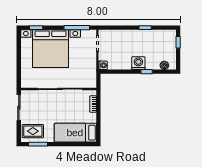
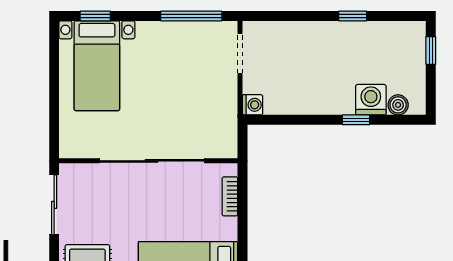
bed with nightstands: (51, 49) -> (97, 66), width x0.54
washing machine: (138, 63) -> (371, 100), moved

